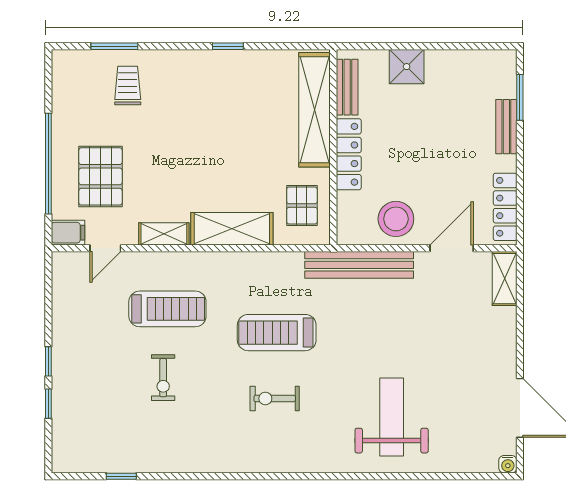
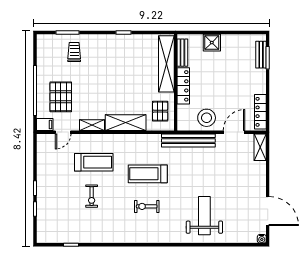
bench: (506, 127) -> (261, 55), moved

